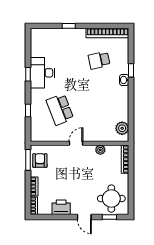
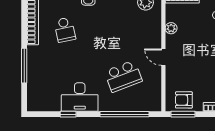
window: (69, 26) -> (24, 66), width x2.17
window: (28, 74) -> (68, 114), moved
window: (28, 111) -> (125, 114), width x3.17

